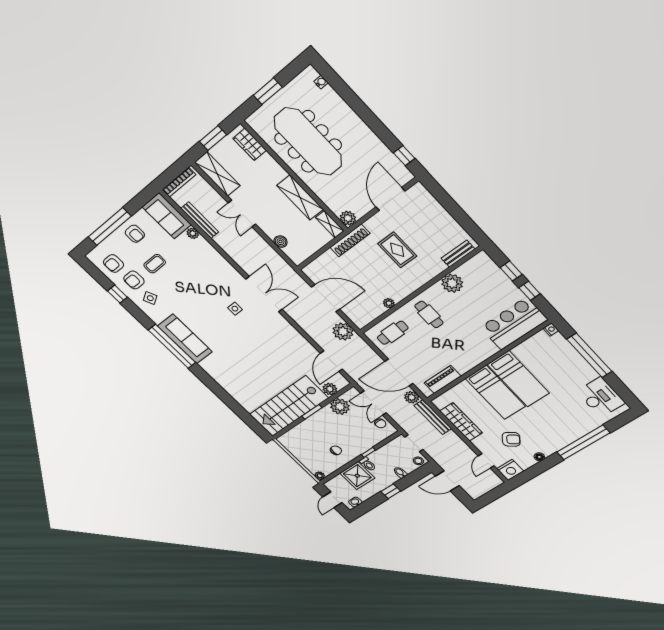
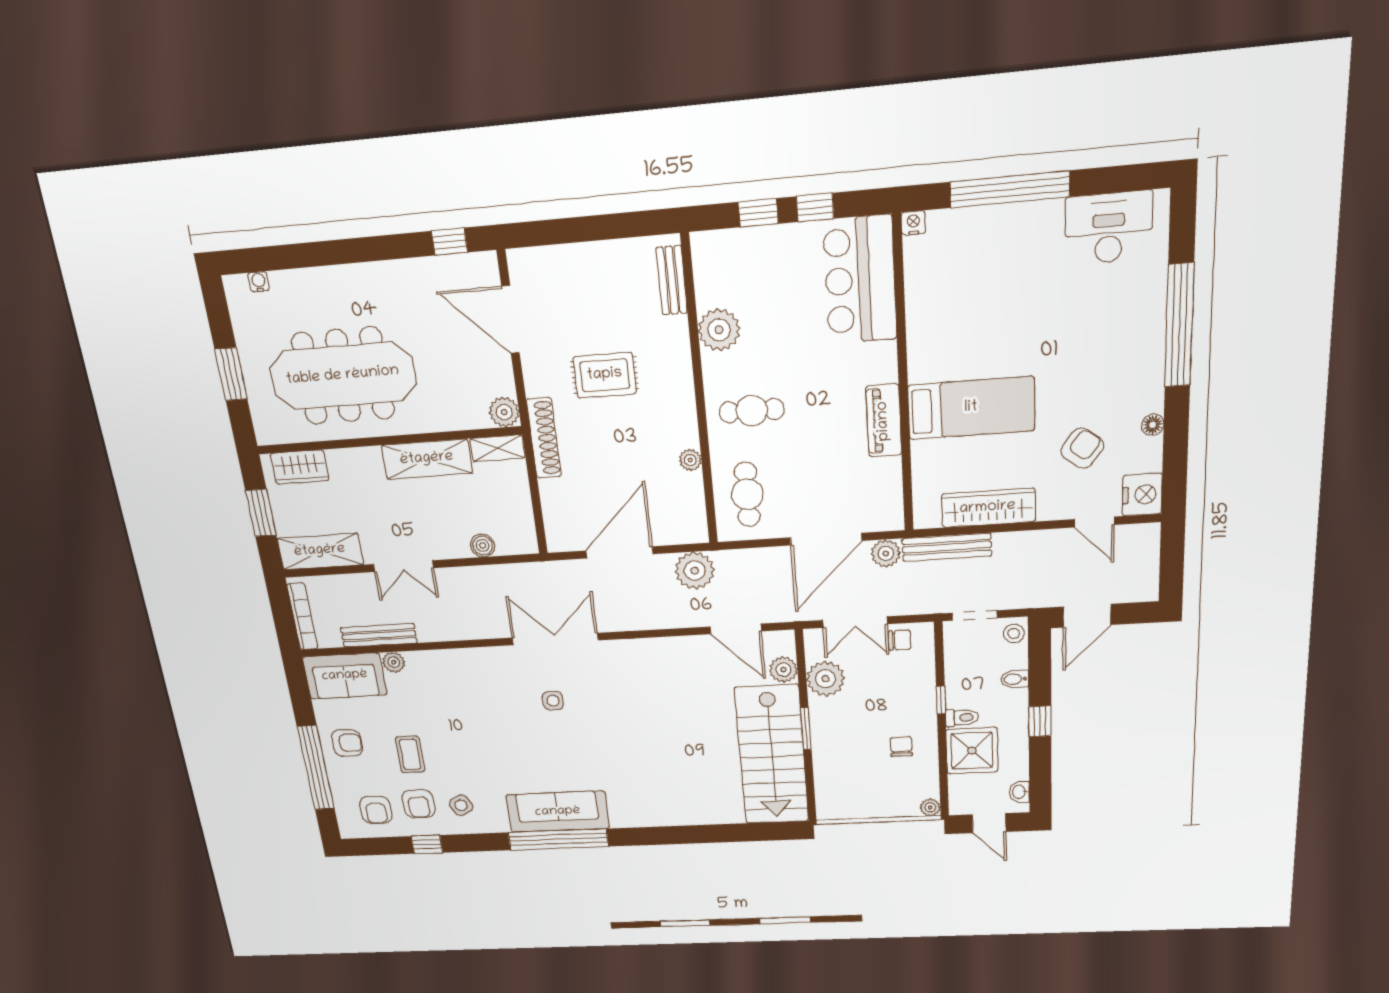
piano: (442, 379) -> (884, 421), moved
bed: (518, 379) -> (972, 349), removed

